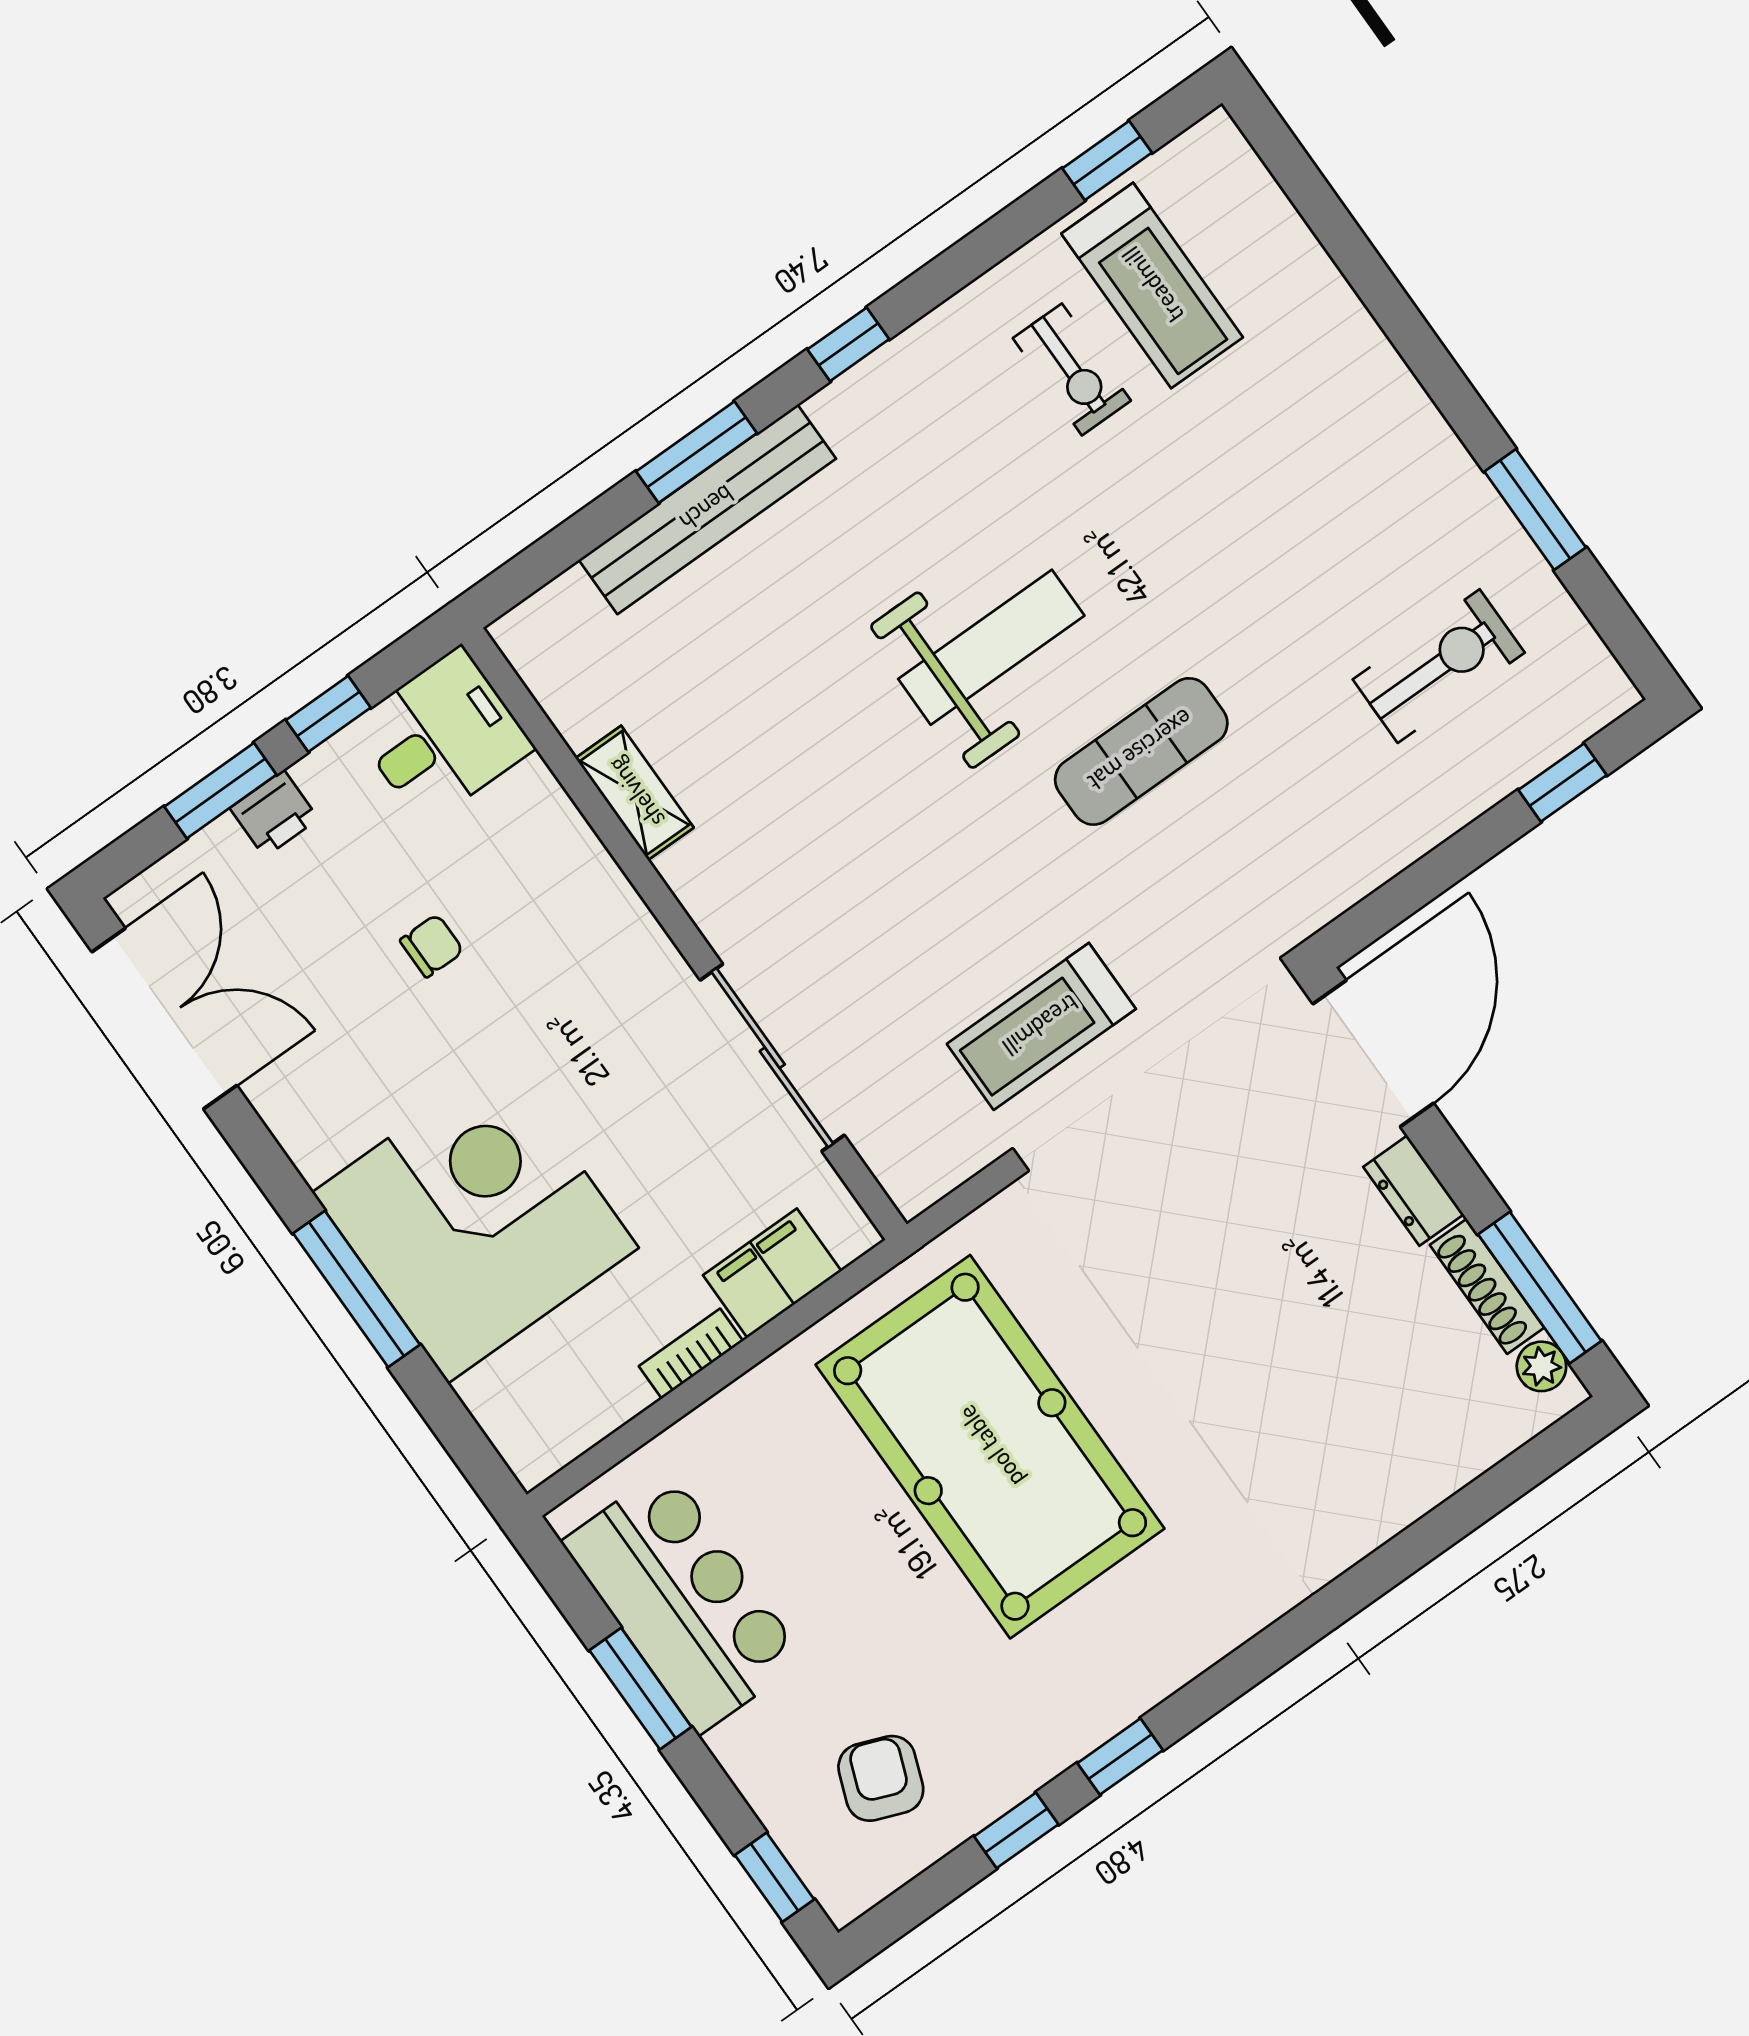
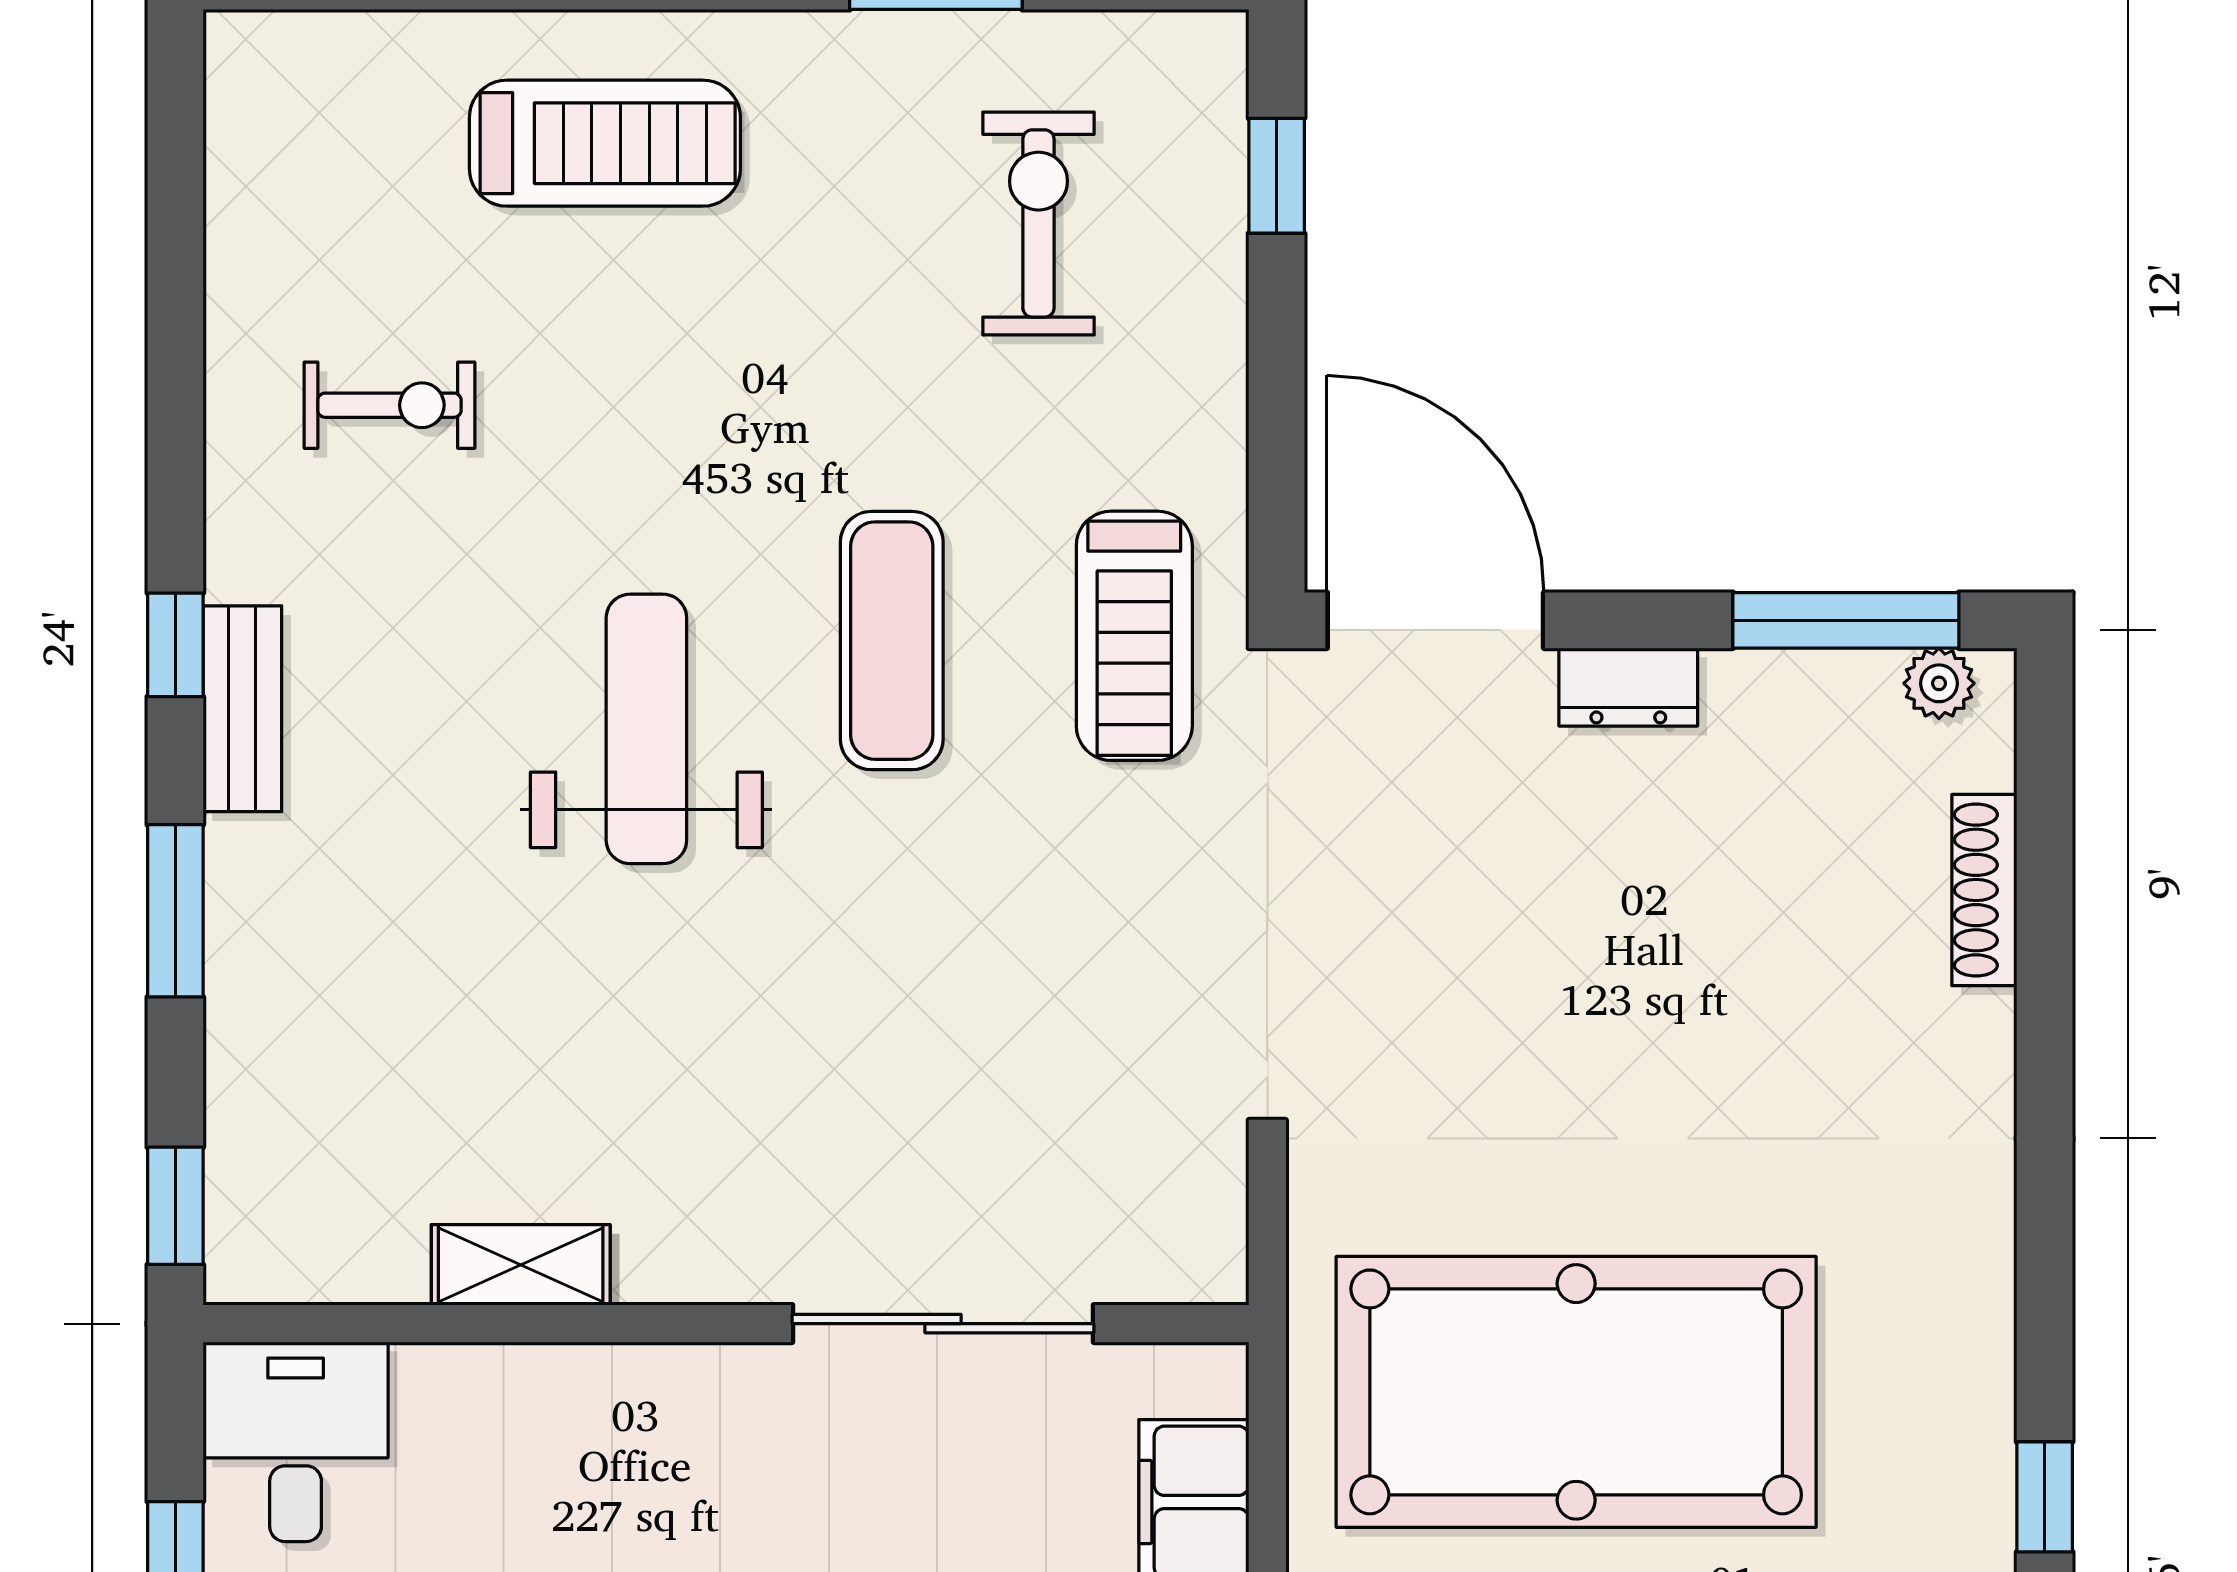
window: (1107, 160) -> (175, 1206), moved
treadmill: (1152, 285) -> (605, 143), moved
bench: (707, 509) -> (242, 709), moved, width x0.54, depth x0.82
treadmill: (1041, 1026) -> (1134, 636), moved
shoe rack: (1487, 1286) -> (1984, 890), moved, turned 90

